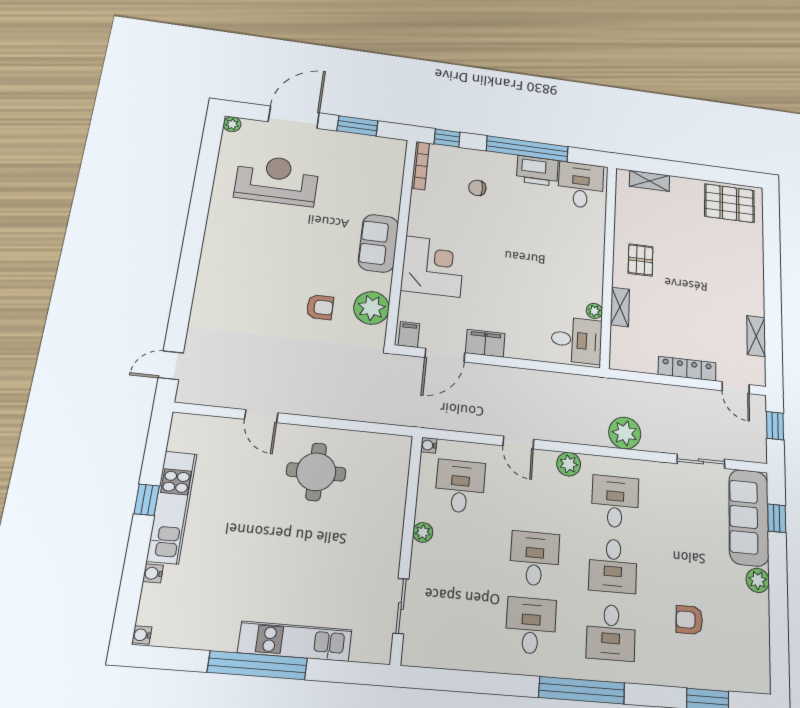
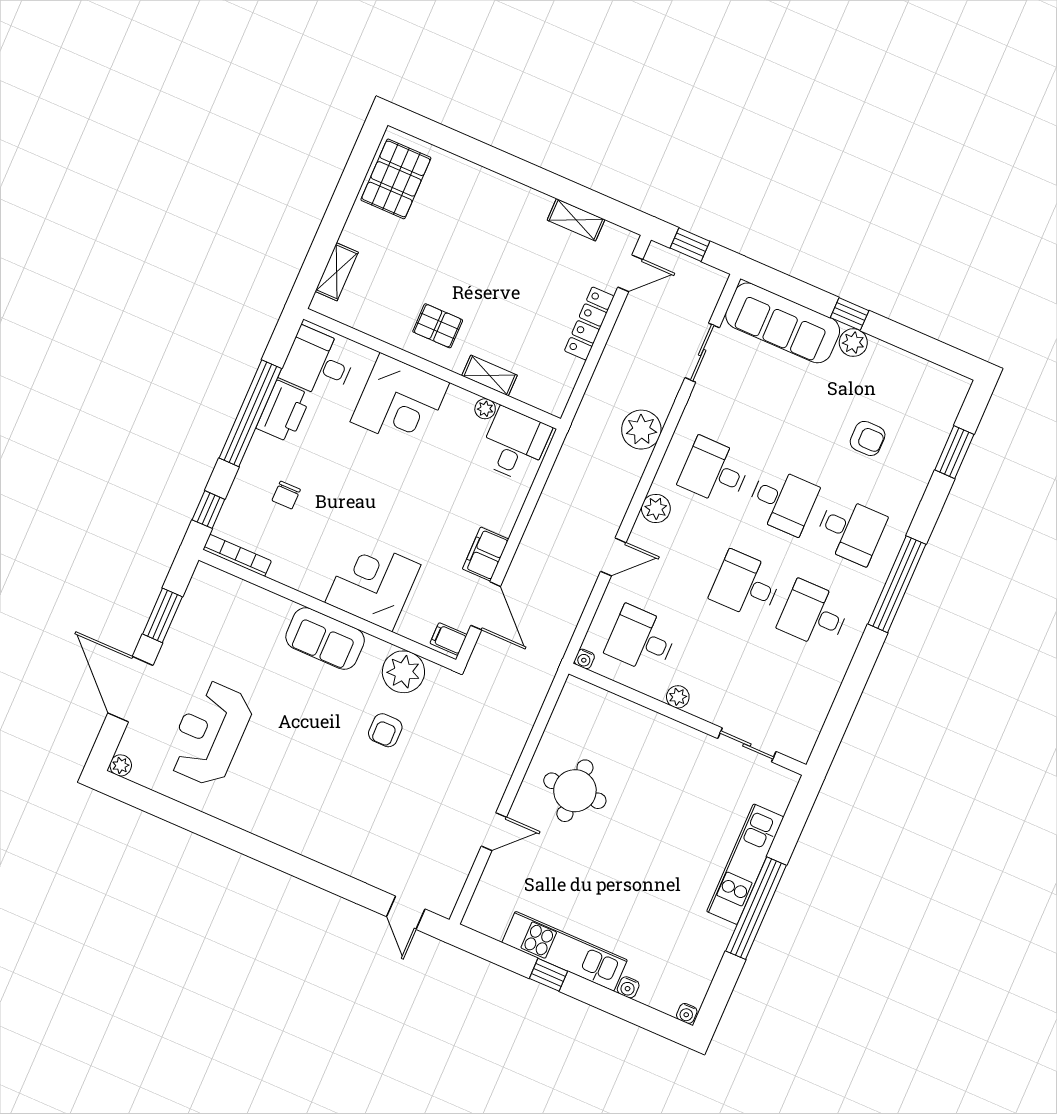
corner desk: (575, 249) -> (400, 402), added
armchair: (320, 307) -> (385, 730), turned 180
window: (777, 518) -> (850, 314), moved
armchair: (689, 620) -> (868, 438), turned -90

